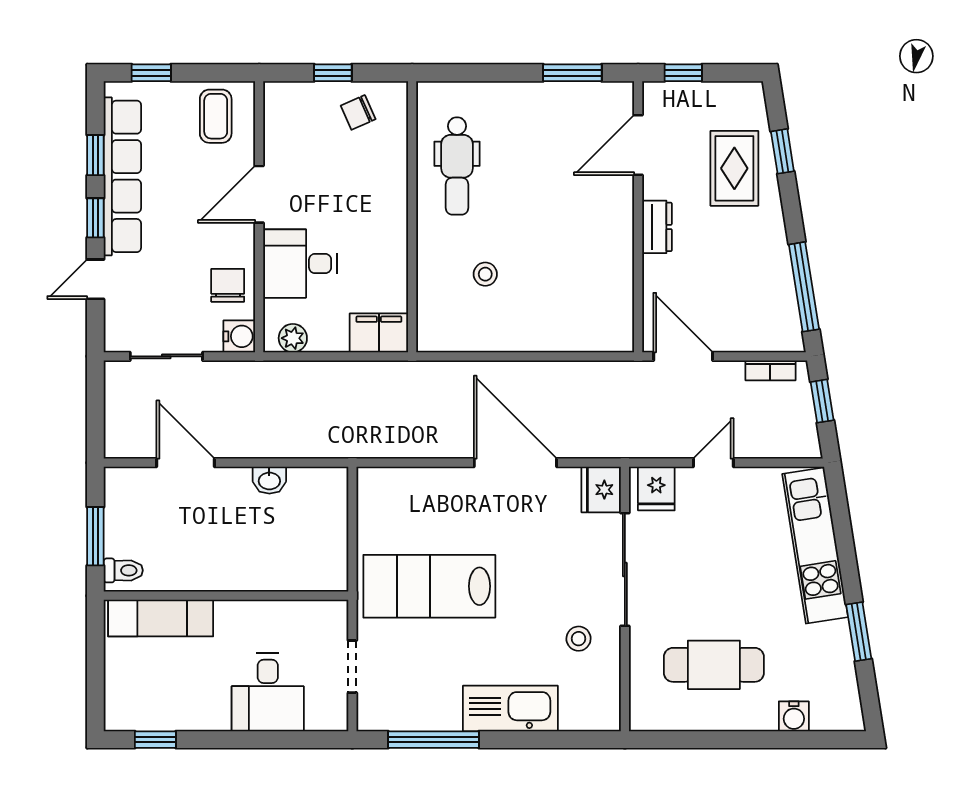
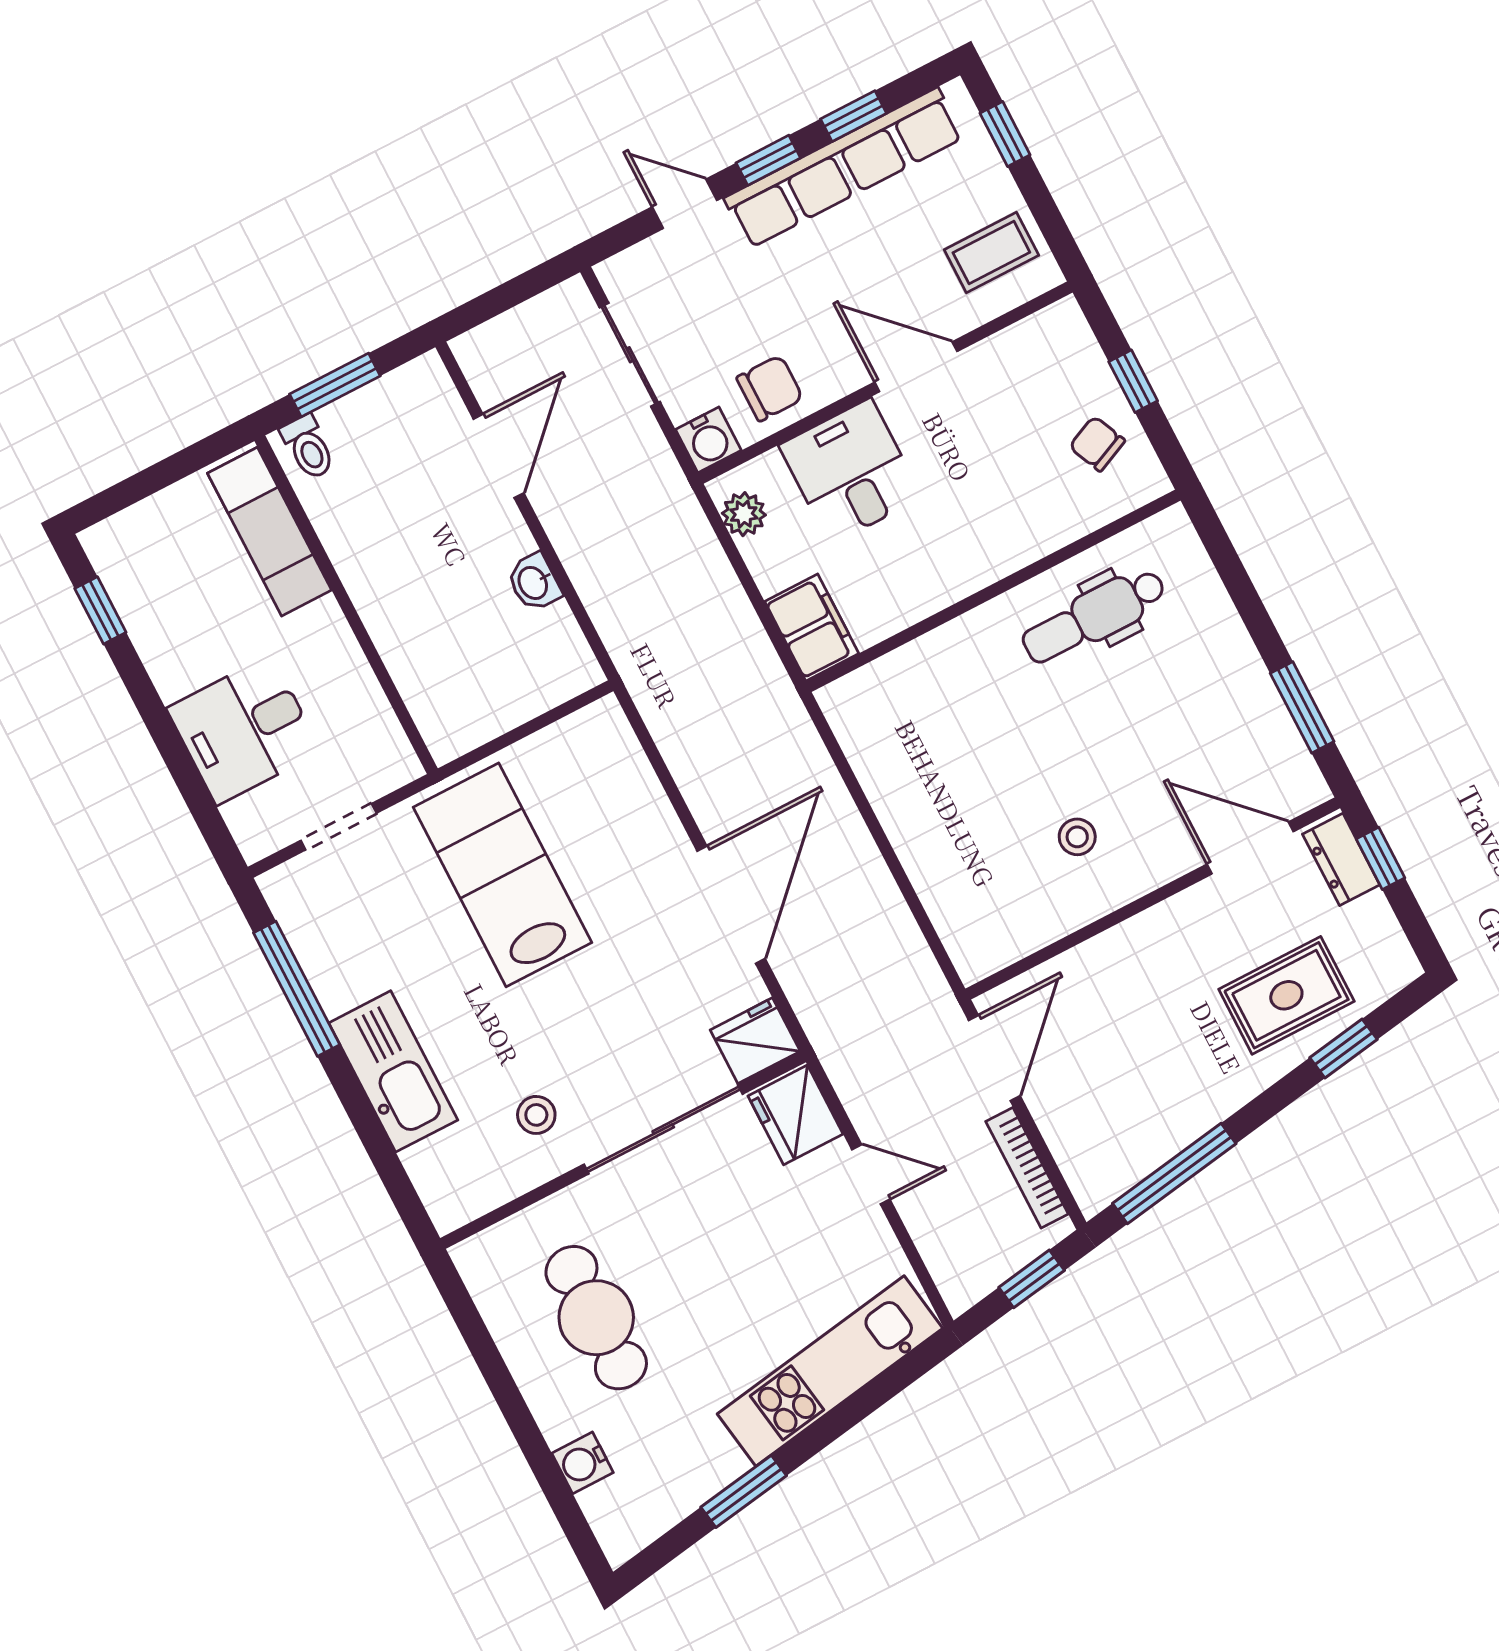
dresser: (657, 227) -> (1341, 859), moved, turned 90
stool: (485, 274) -> (1077, 837), moved
bookcase: (770, 370) -> (1027, 1168), width x1.56
fridge: (656, 489) -> (796, 1115), width x1.38

